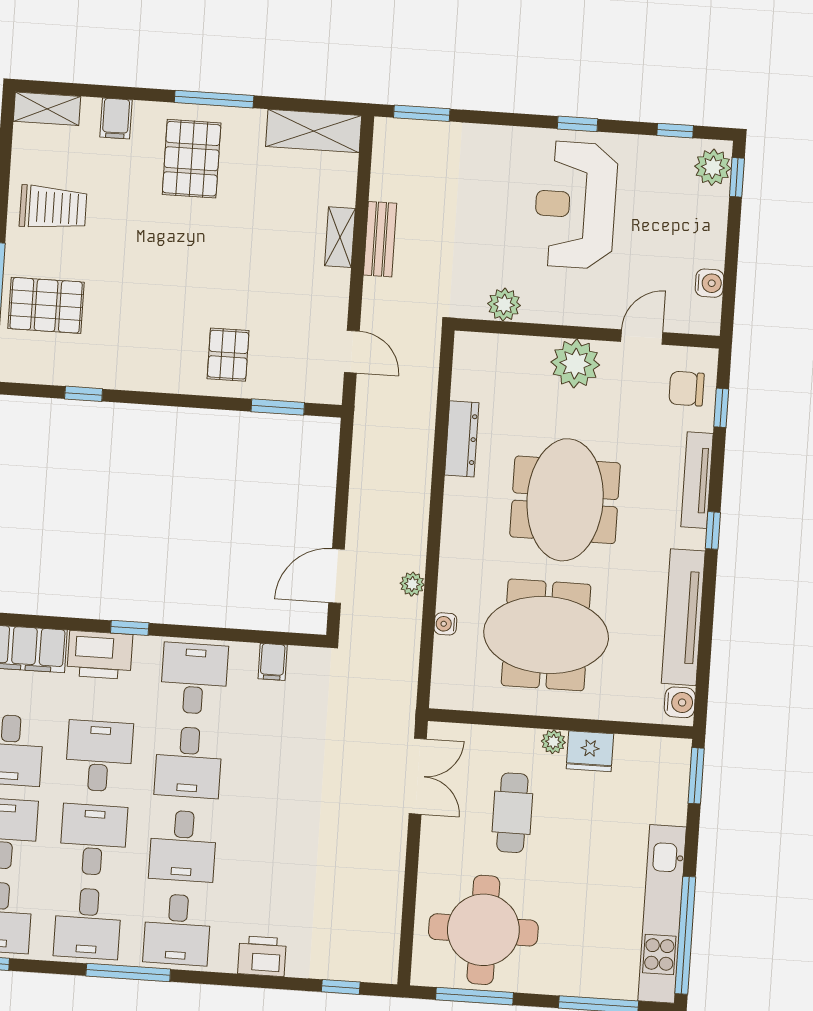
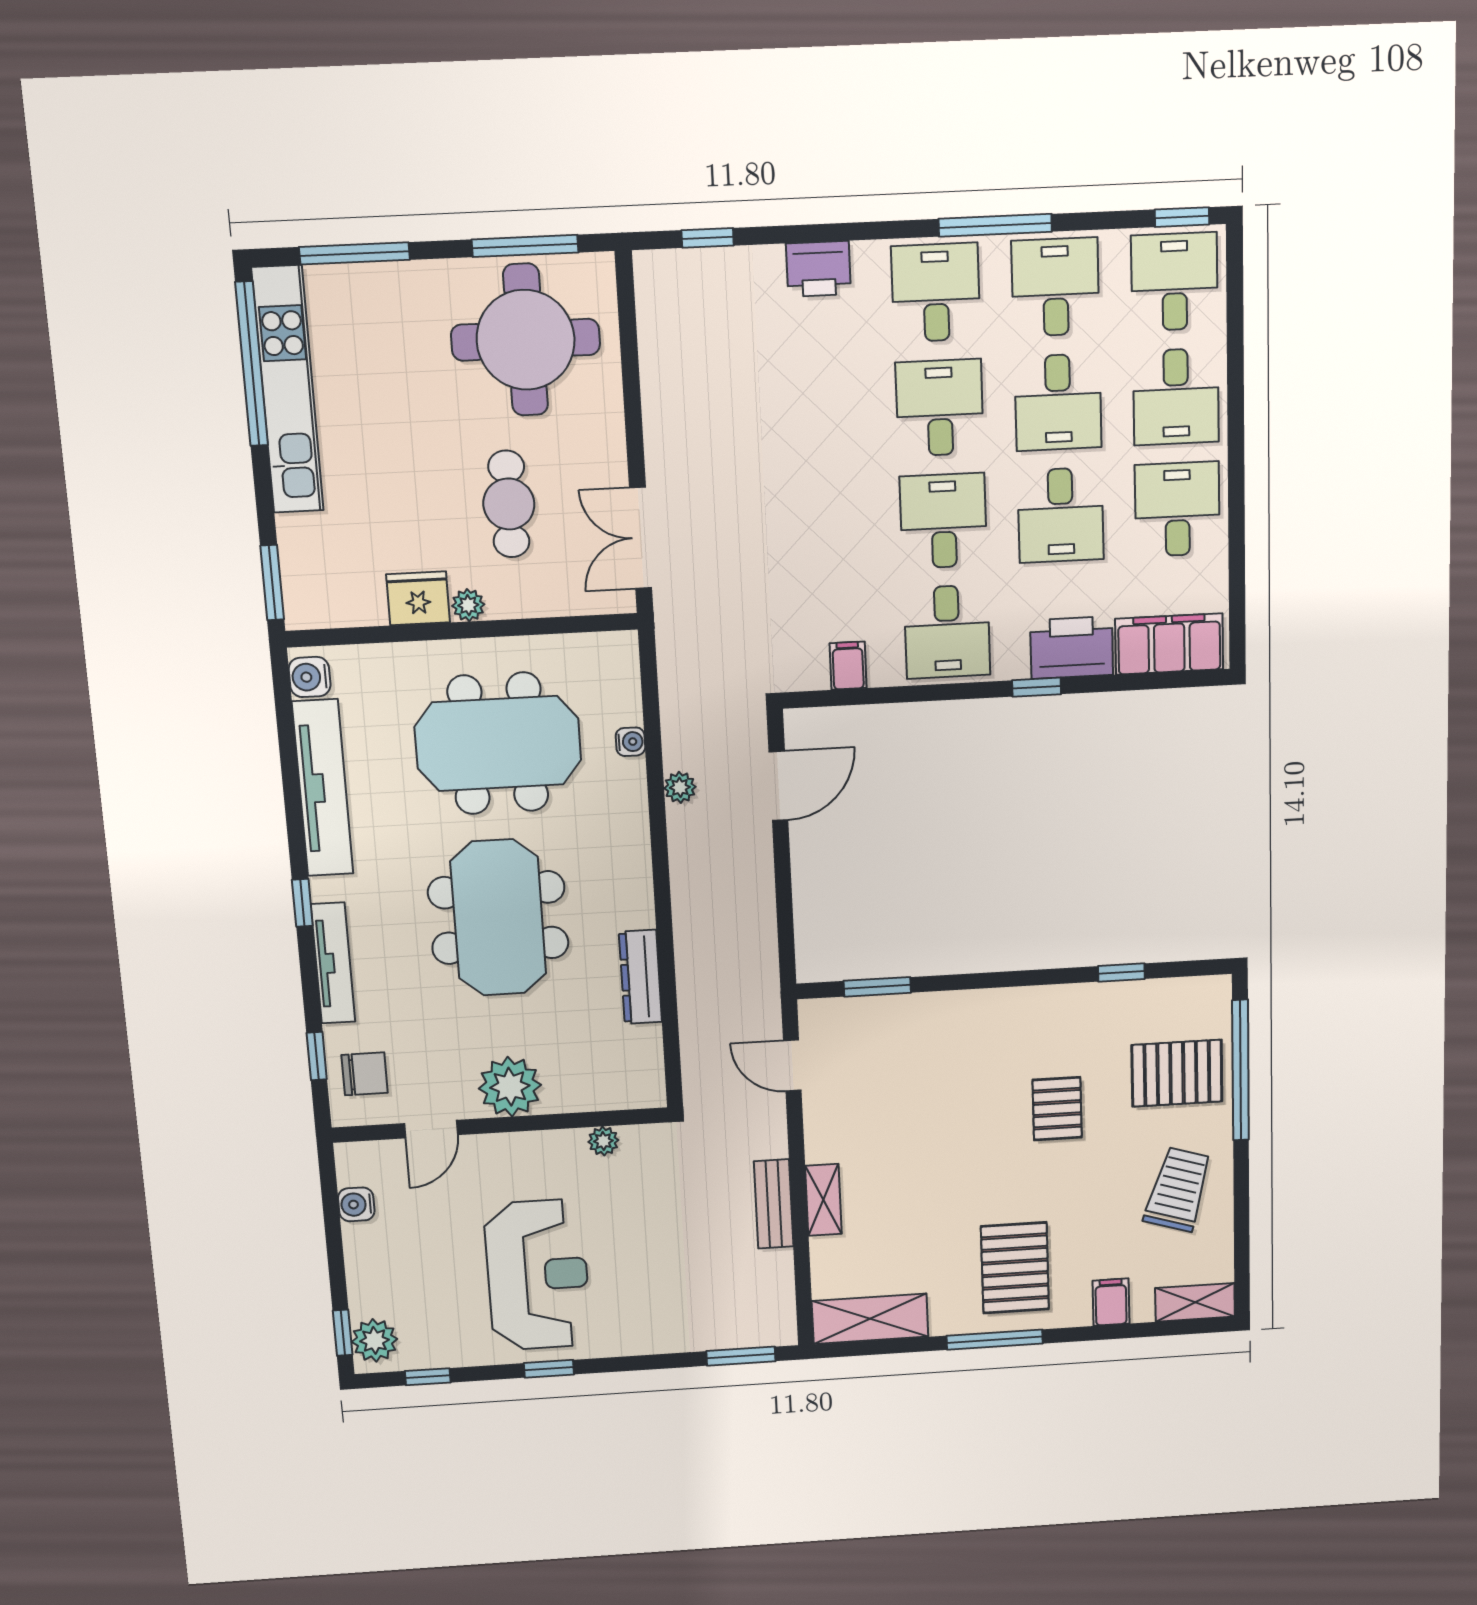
trolley: (53, 208) -> (1178, 1189), turned 107
plant: (504, 305) -> (603, 1141), width x0.73, depth x0.73
pallet: (228, 355) -> (1057, 1109), moved

